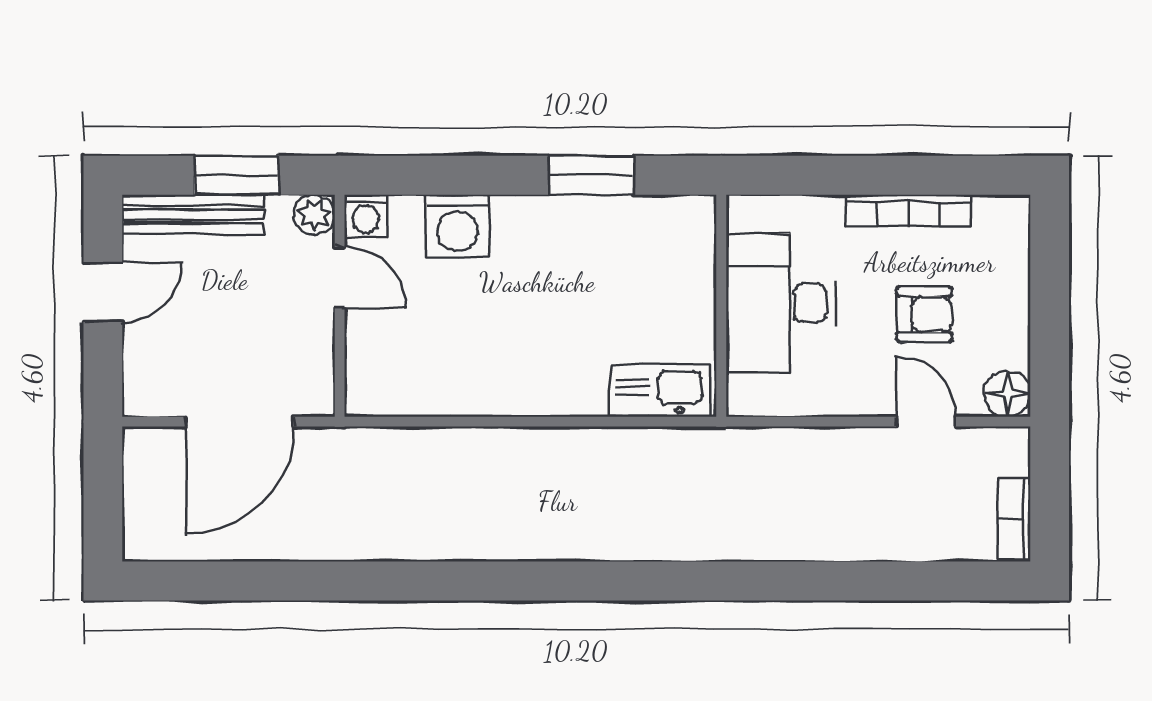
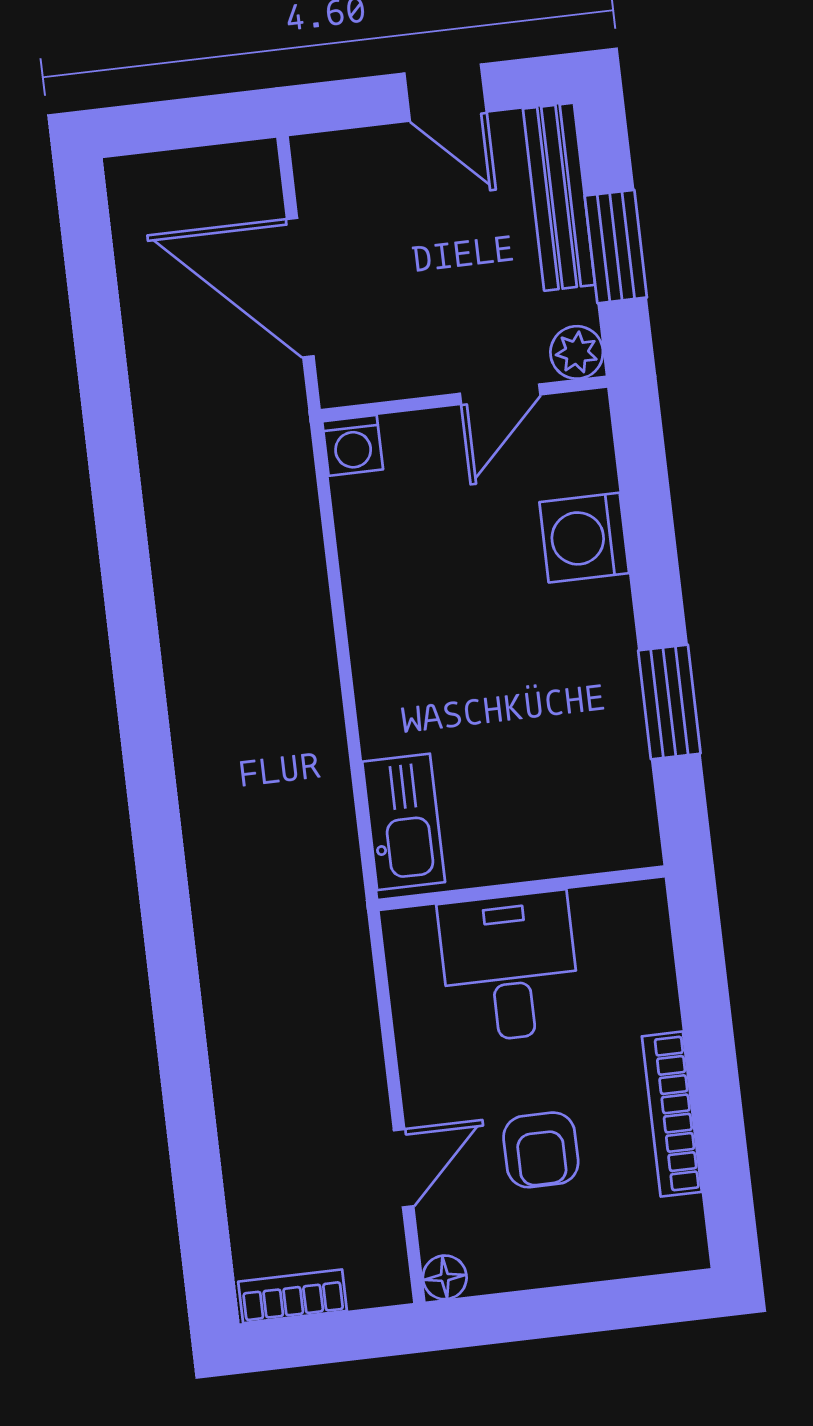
washing machine: (366, 216) -> (353, 445), moved, turned -90
desk: (781, 303) -> (509, 967), width x0.73
floor lamp: (1007, 394) -> (445, 1277), width x0.73, depth x0.73

